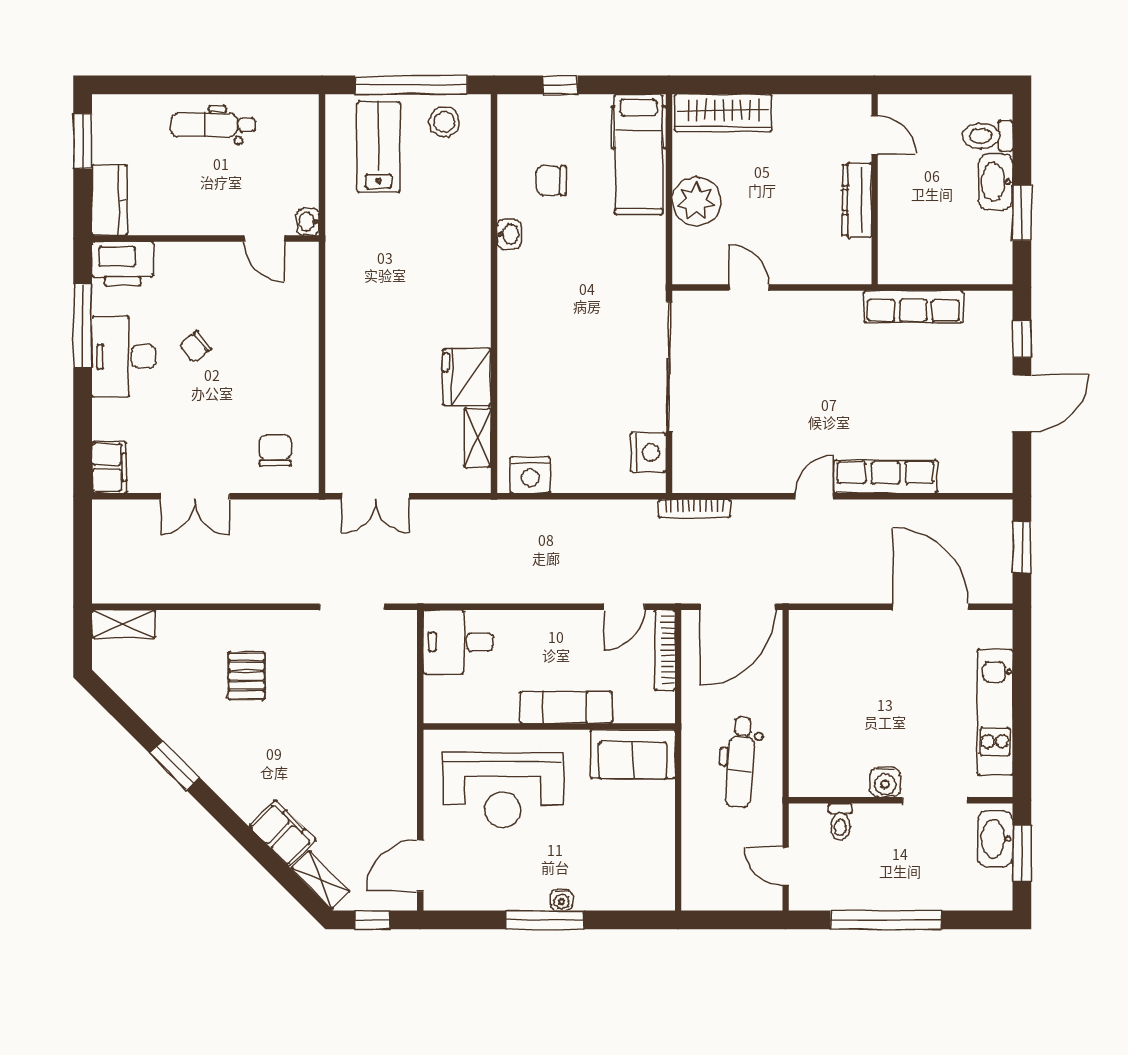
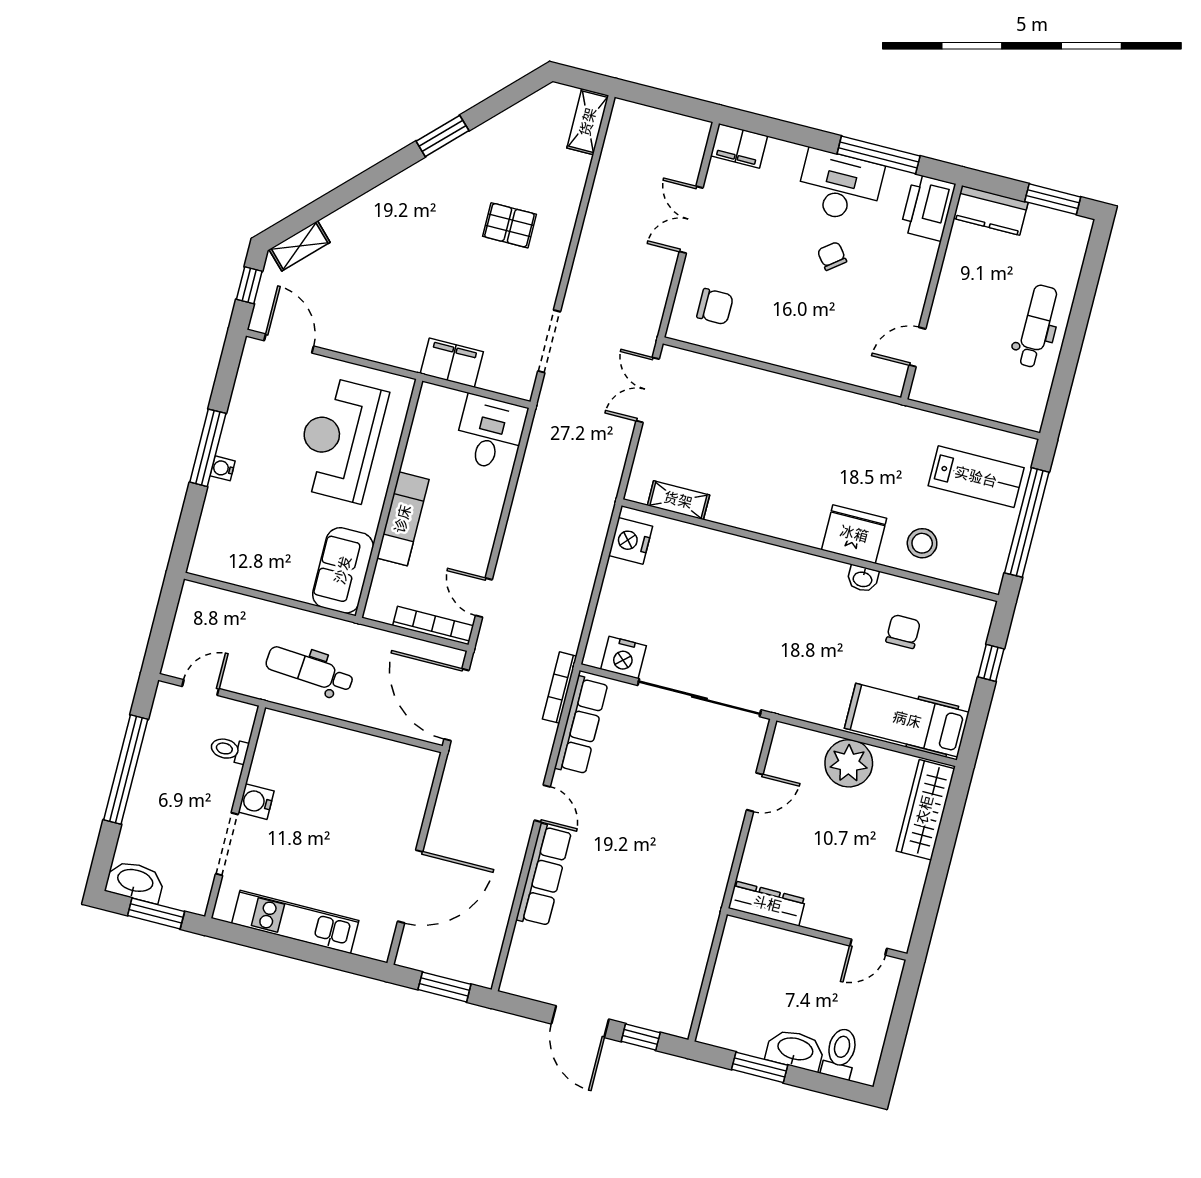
stool: (444, 122) -> (922, 543), moved
dresser: (857, 200) -> (767, 904), moved
washbasin: (308, 222) -> (923, 392), removed
row of seats: (913, 307) -> (581, 726), moved, turned 180
fridge: (467, 377) -> (854, 534), moved
filing cabinet: (282, 833) -> (452, 363), moved, turned -135
washbasin: (995, 839) -> (135, 881), moved

